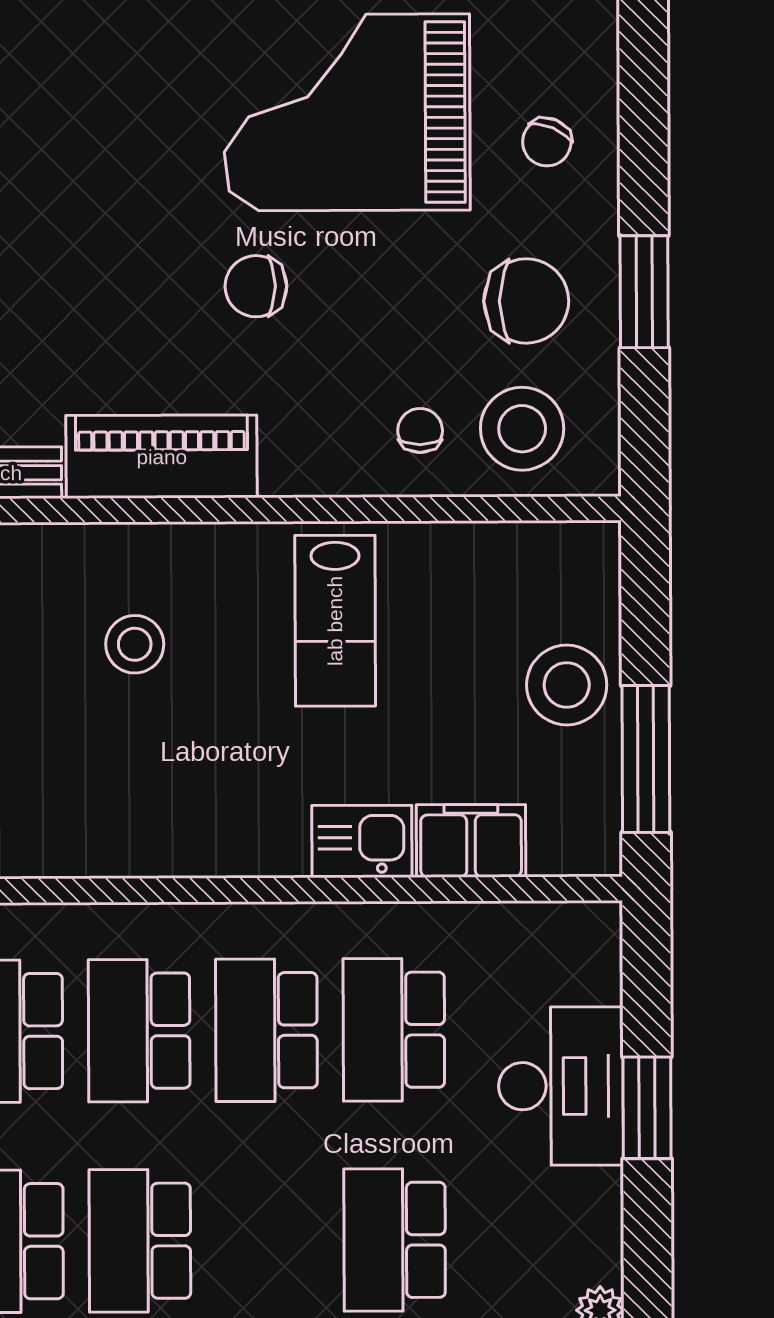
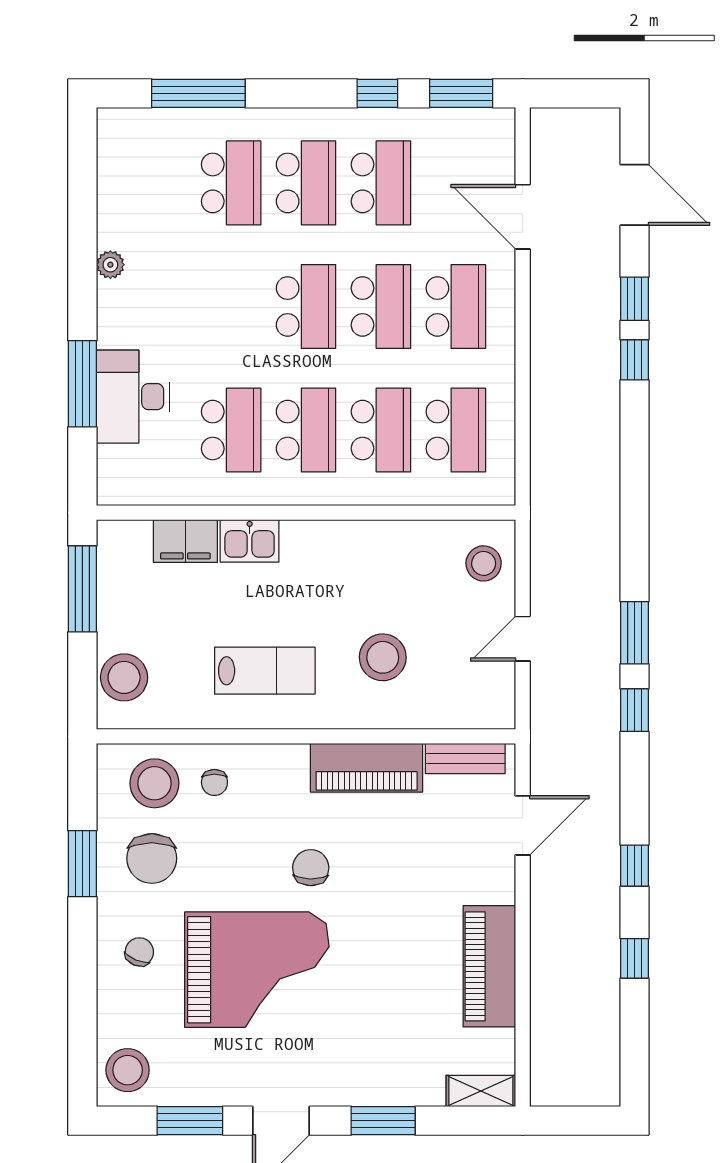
chair: (256, 286) -> (311, 868), turned -89
chair: (526, 301) -> (152, 858), turned -90
lab bench: (335, 621) -> (265, 671), turned 90
stool: (135, 644) -> (383, 657), width x1.38, depth x1.38
stool: (567, 685) -> (124, 677), moved
window: (647, 1108) -> (82, 384), width x1.44
school desk: (395, 1240) -> (306, 306), moved

